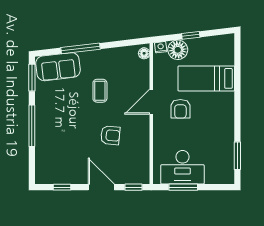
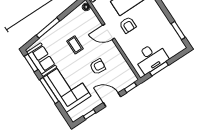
sofa: (58, 67) -> (42, 60), moved, turned -83
door: (151, 102) -> (108, 32), hinge flipped
corner sofa: (57, 136) -> (67, 87), added

